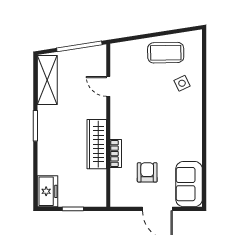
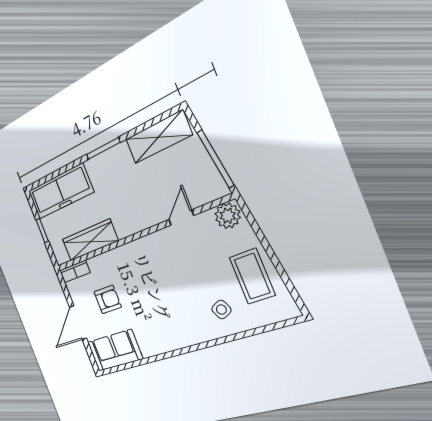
plant: (120, 53) -> (228, 216), added
wardrobe: (97, 144) -> (90, 240), moved
bookcase: (116, 154) -> (75, 271), moved
freezer: (48, 191) -> (60, 192), width x1.91, depth x1.26

